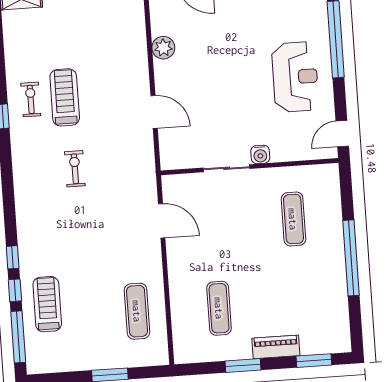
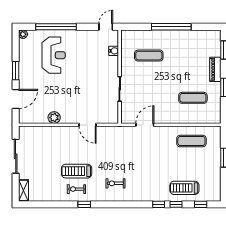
reception desk: (295, 77) -> (54, 55), moved, turned 90
door: (154, 112) -> (88, 125), swing flipped
door: (342, 134) -> (106, 27), swing flipped
water cooler: (260, 154) -> (114, 51), moved
exercise bike: (75, 169) -> (115, 183), moved
window: (18, 337) -> (201, 204), width x0.46

